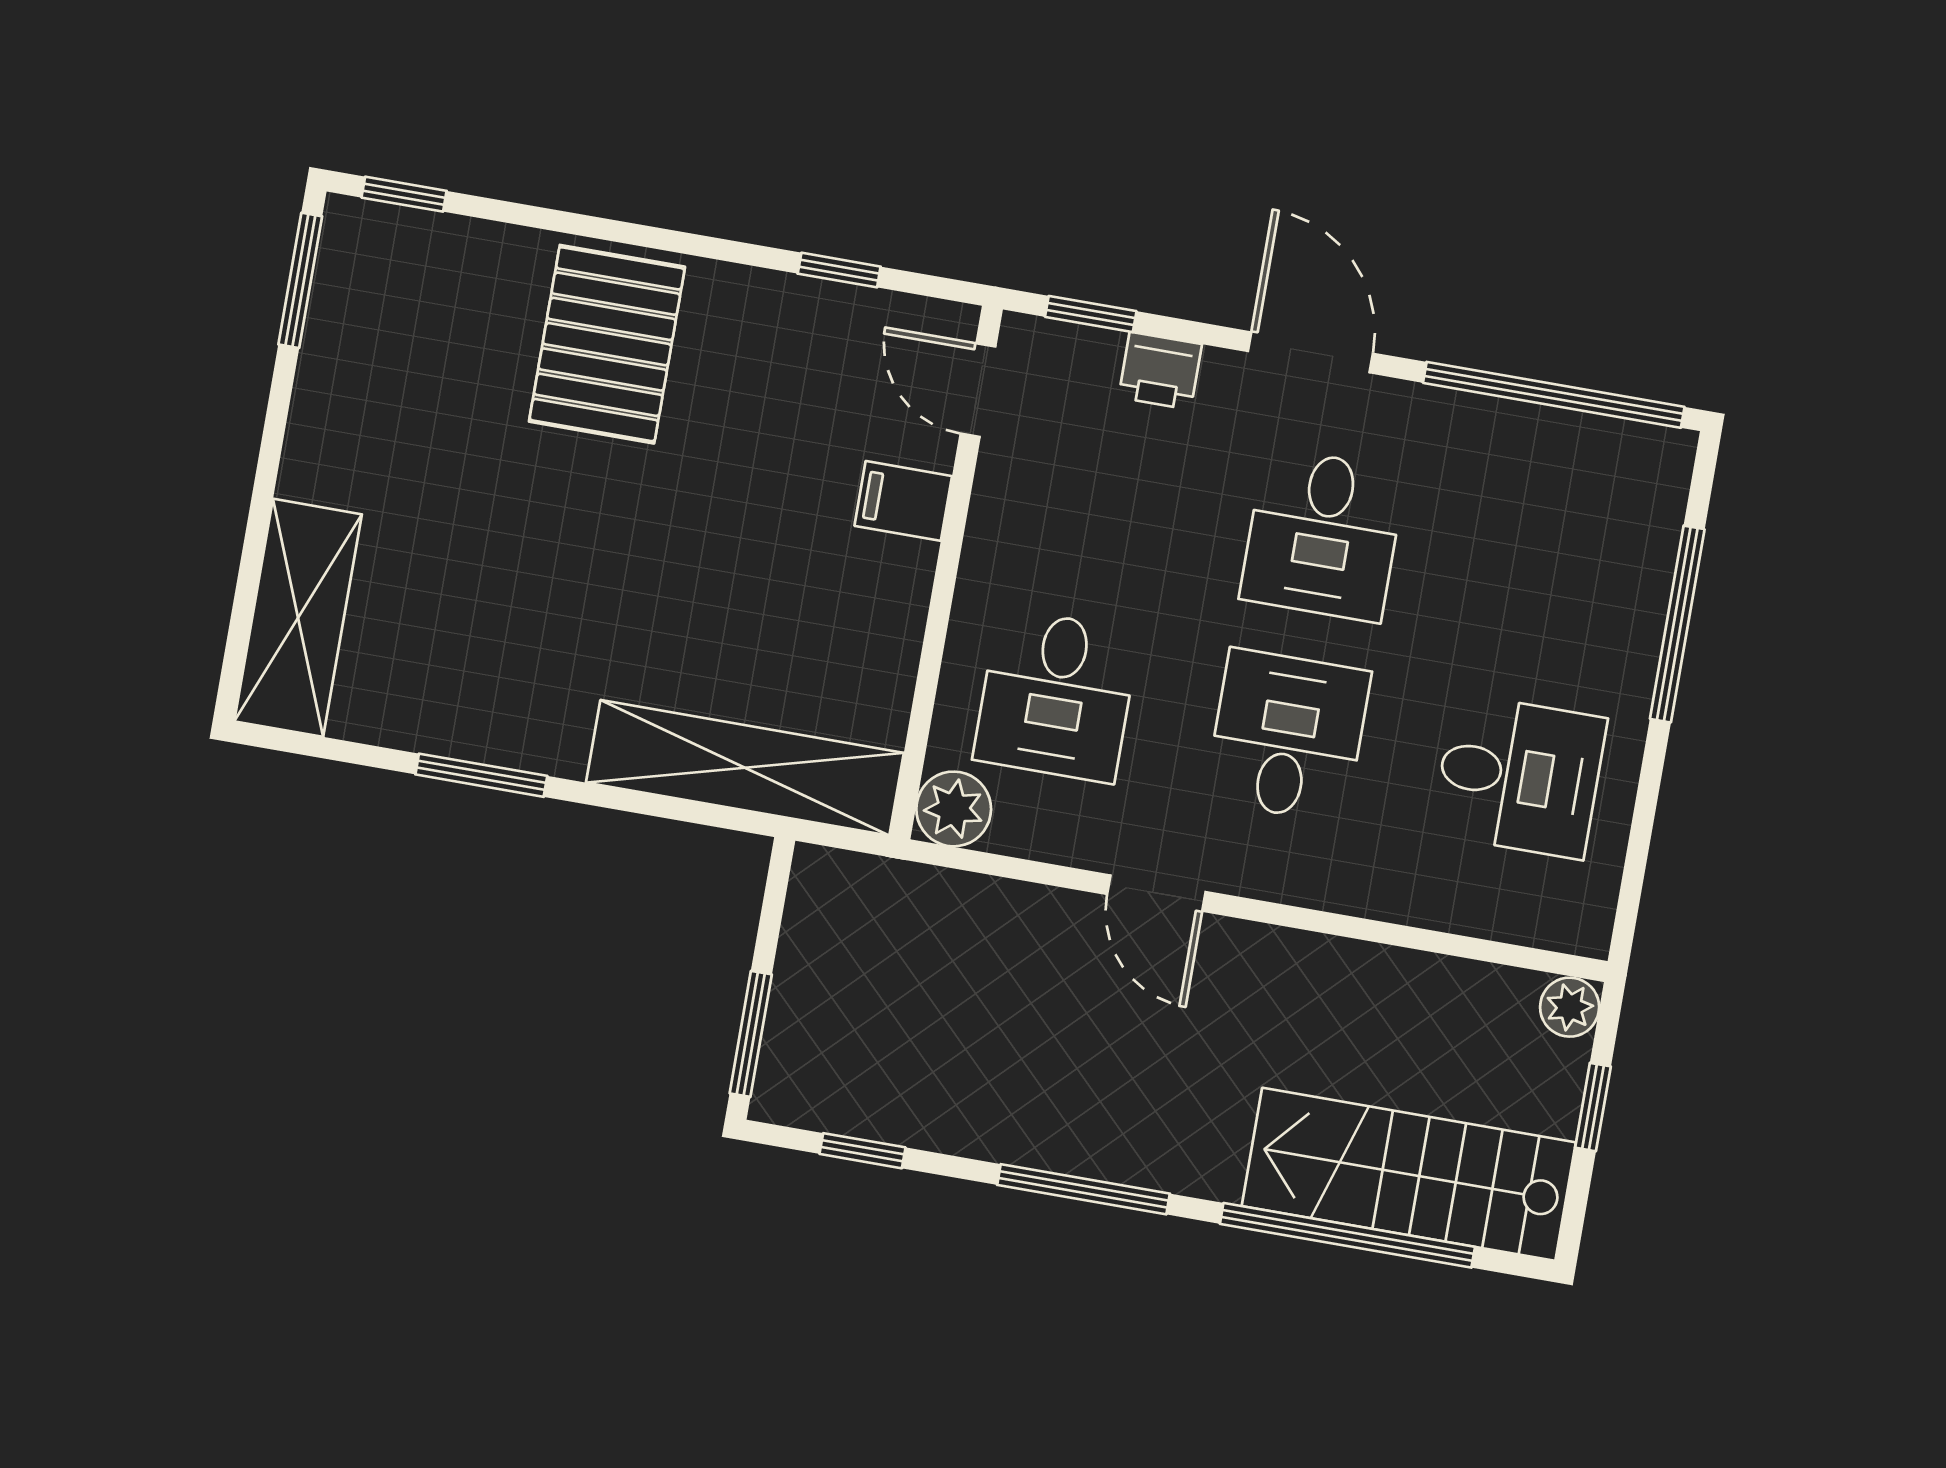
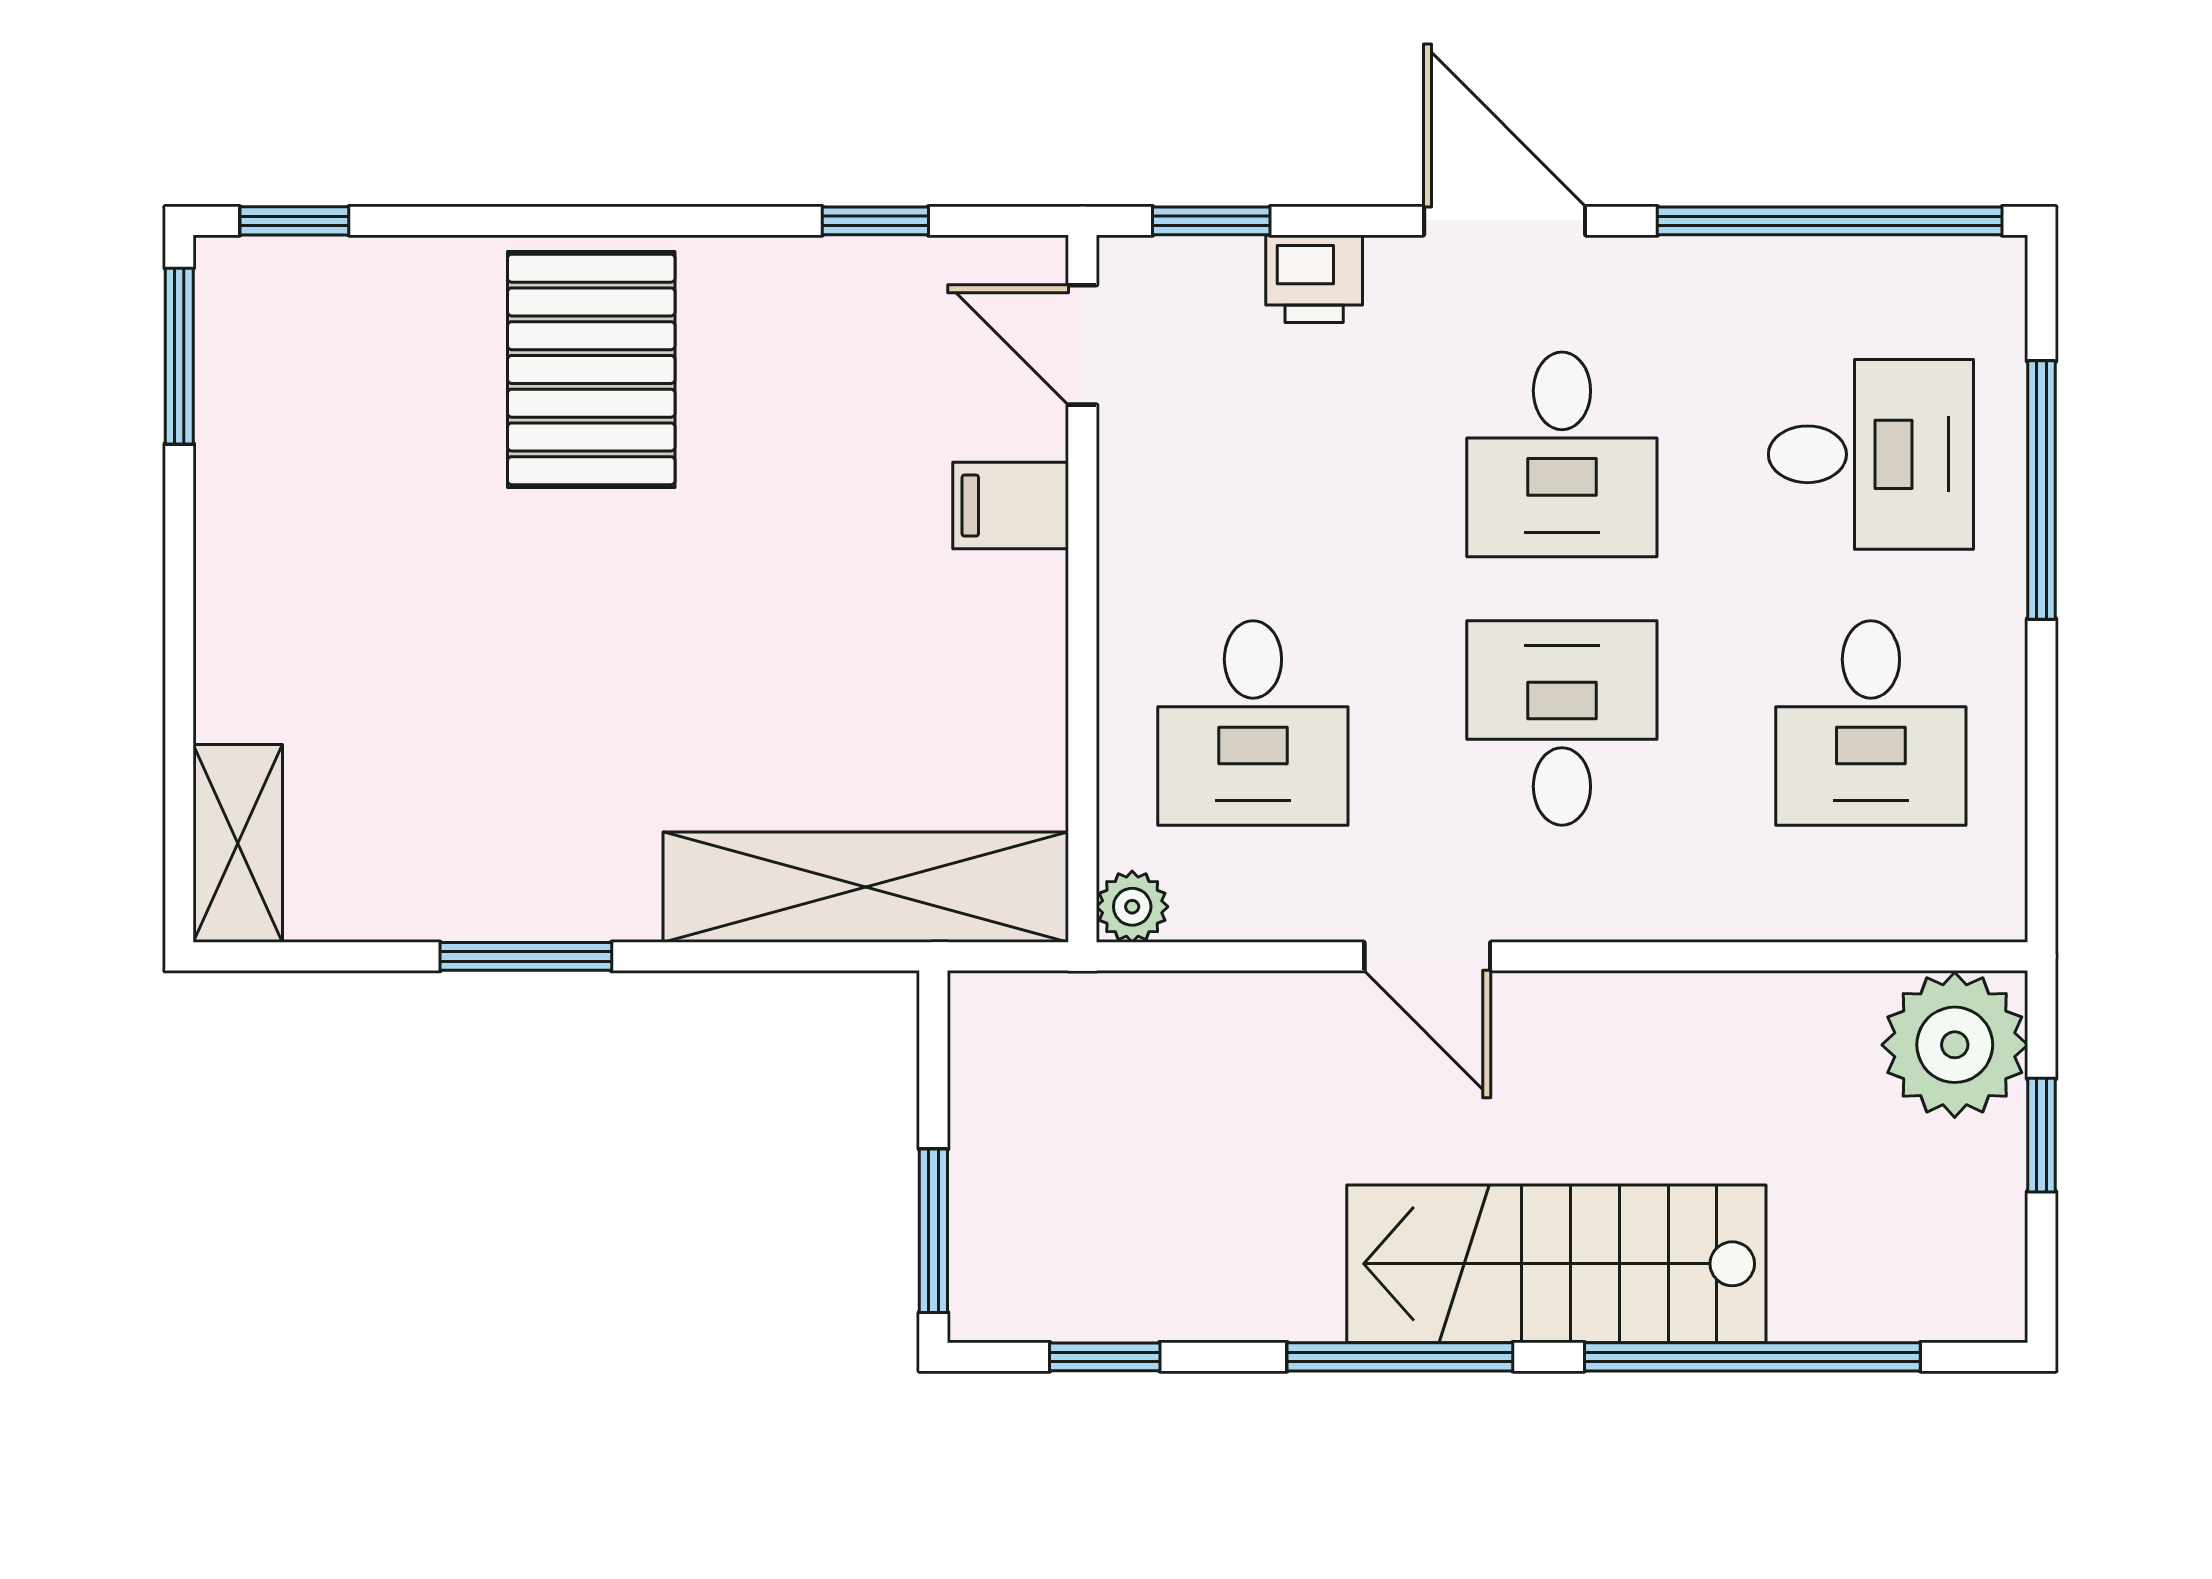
desk: (1554, 575) -> (1871, 454), added
shelving: (298, 618) -> (238, 843), width x0.67, depth x0.75
desk: (1519, 776) -> (1871, 723), turned 90
plant: (954, 809) -> (1132, 907), width x0.73, depth x0.73
plant: (1570, 1007) -> (1955, 1045), width x1.87, depth x1.87
stairs: (1409, 1174) -> (1556, 1264), moved

